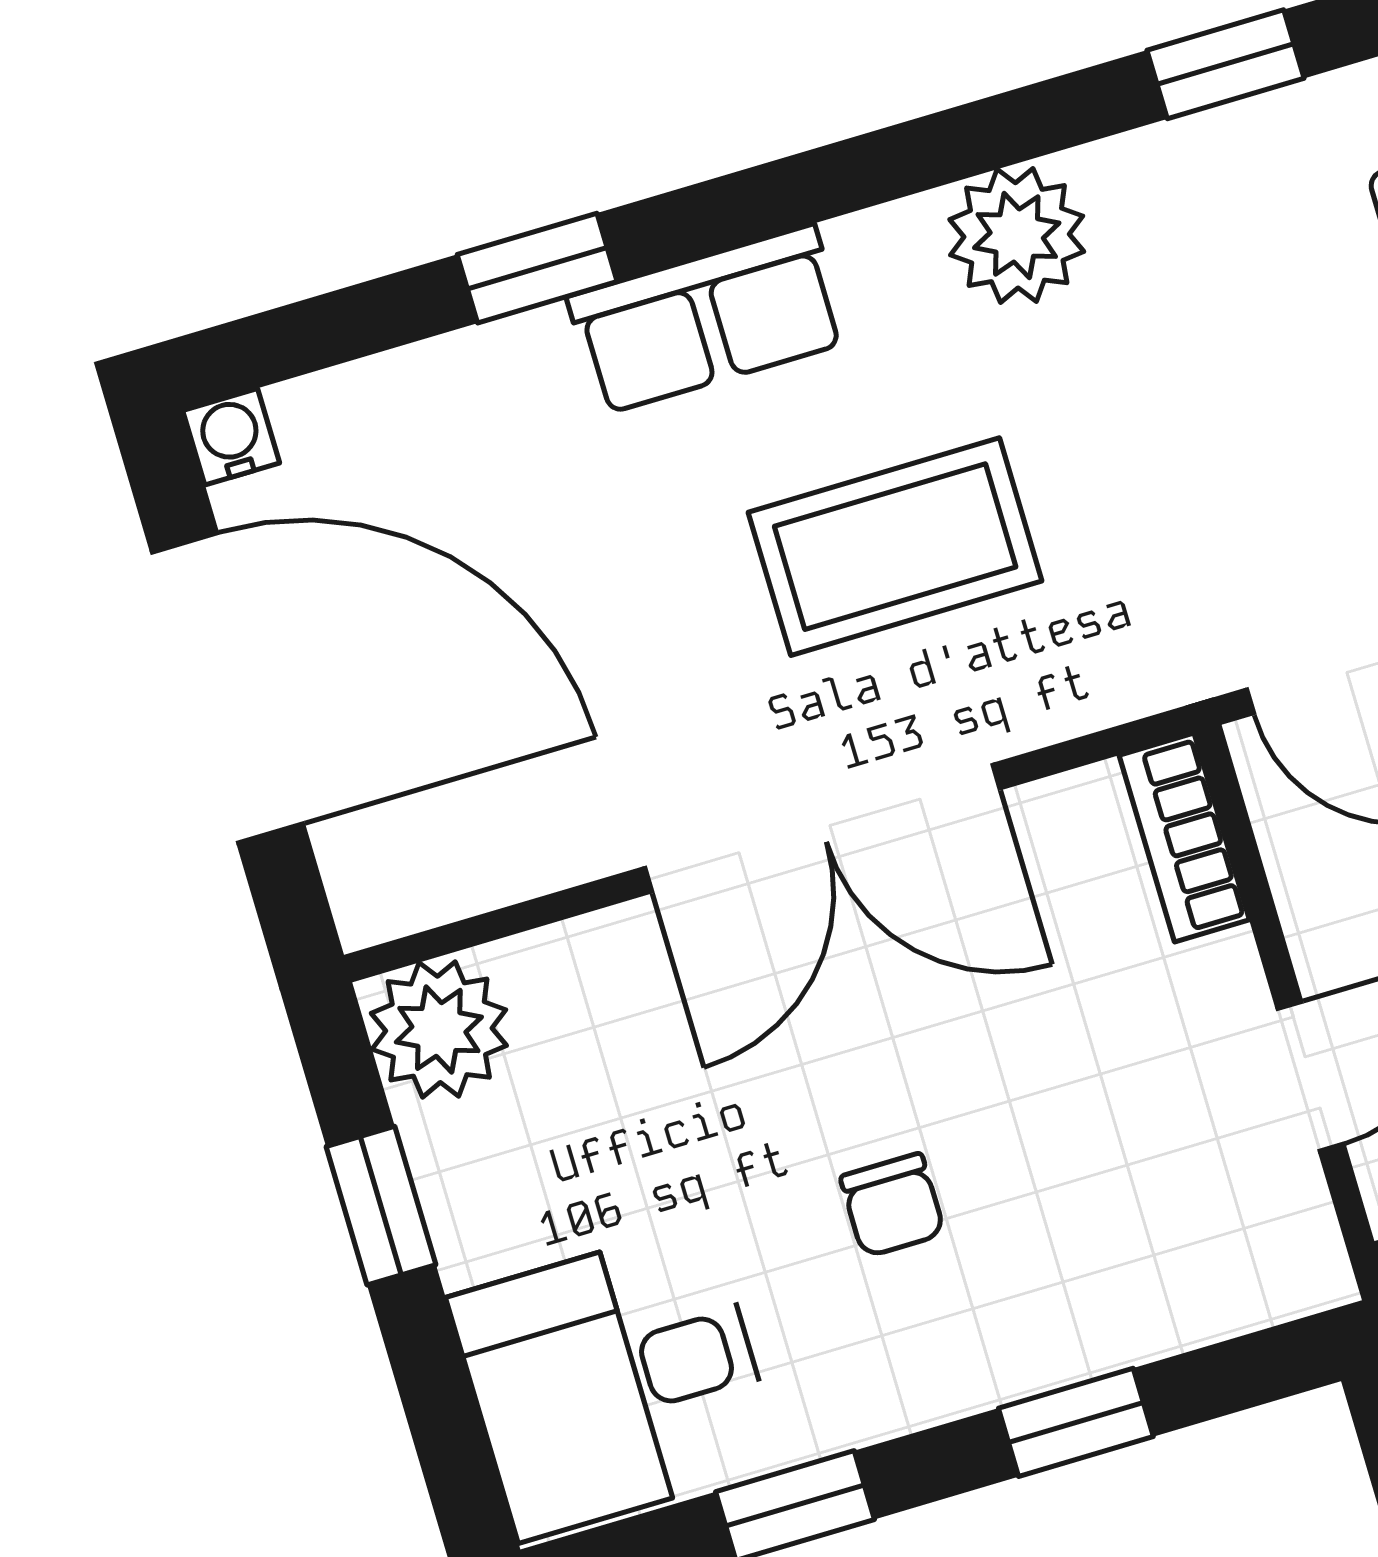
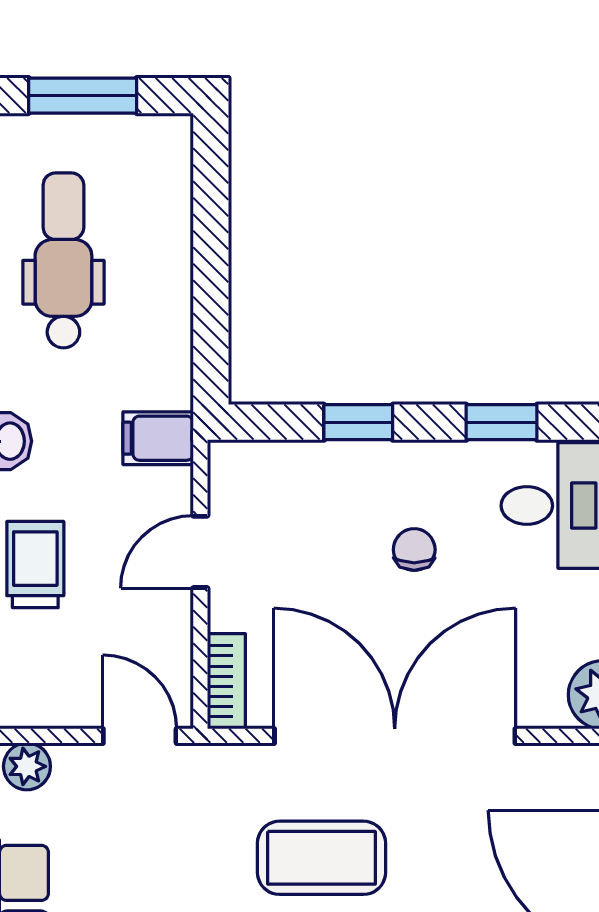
double door: (822, 828) -> (395, 736), width x1.36

